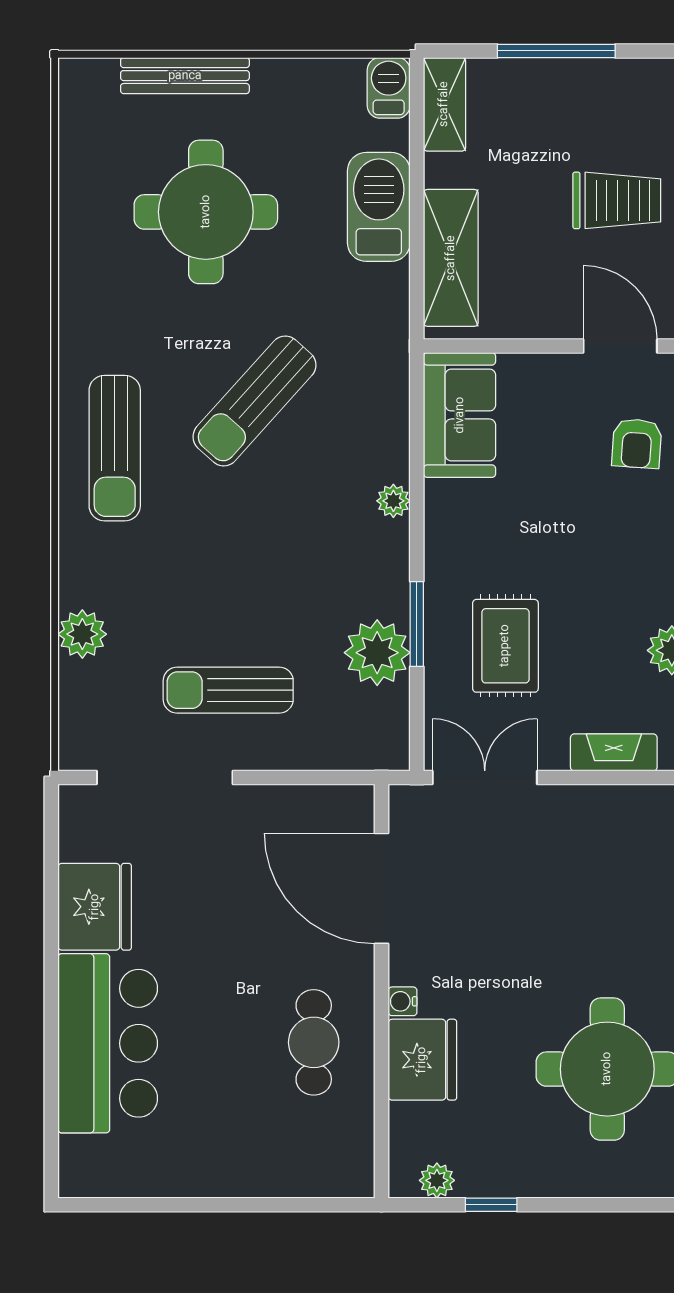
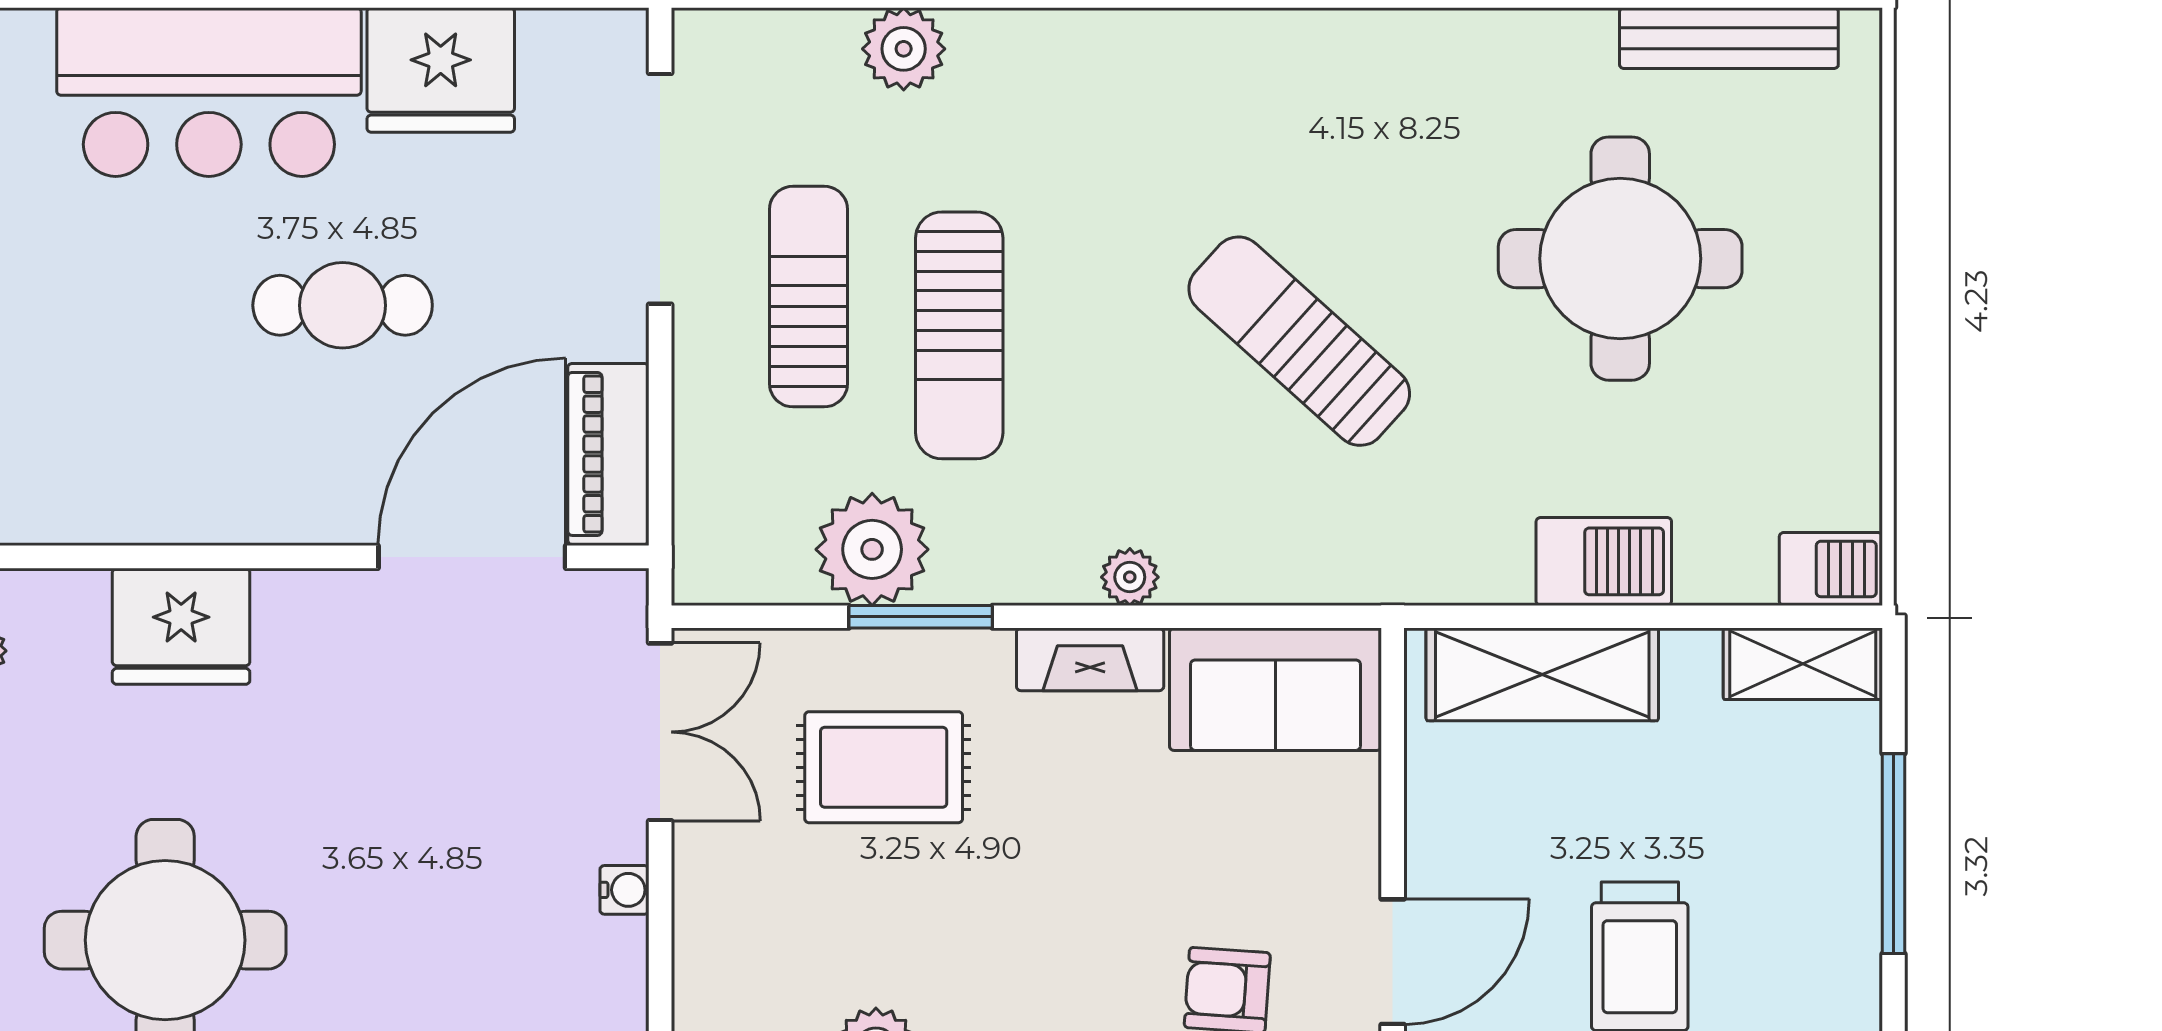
bench: (185, 76) -> (1729, 38), moved, turned 90
barbecue: (379, 207) -> (1604, 561), width x0.73, depth x0.83
sun lounger: (115, 448) -> (959, 335), moved, turned -90
fireplace: (614, 752) -> (1090, 659), moved, turned 90
piano: (321, 808) -> (608, 454), added
water cooler: (403, 1001) -> (624, 890), moved, turned 90
cafe table: (314, 1042) -> (343, 305), moved

